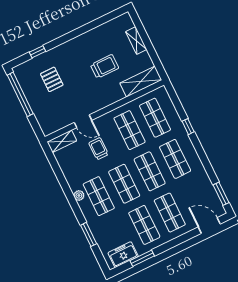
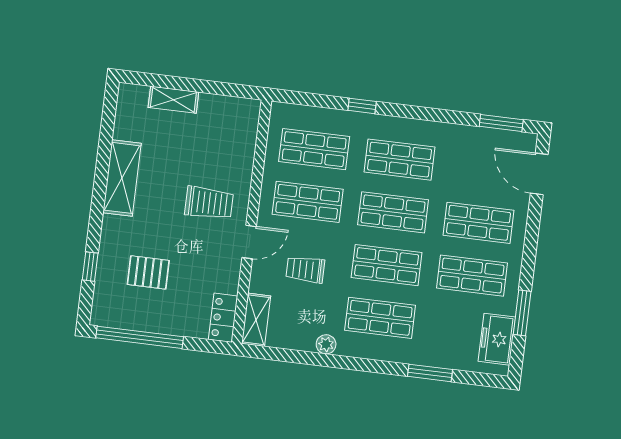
trolley: (105, 66) -> (209, 203), moved, turned 90
shelving: (141, 82) -> (122, 178), moved
door: (83, 121) -> (249, 242), moved
locker: (53, 126) -> (223, 318), added
plant: (79, 195) -> (326, 344), moved
door: (209, 225) -> (539, 174), hinge flipped

